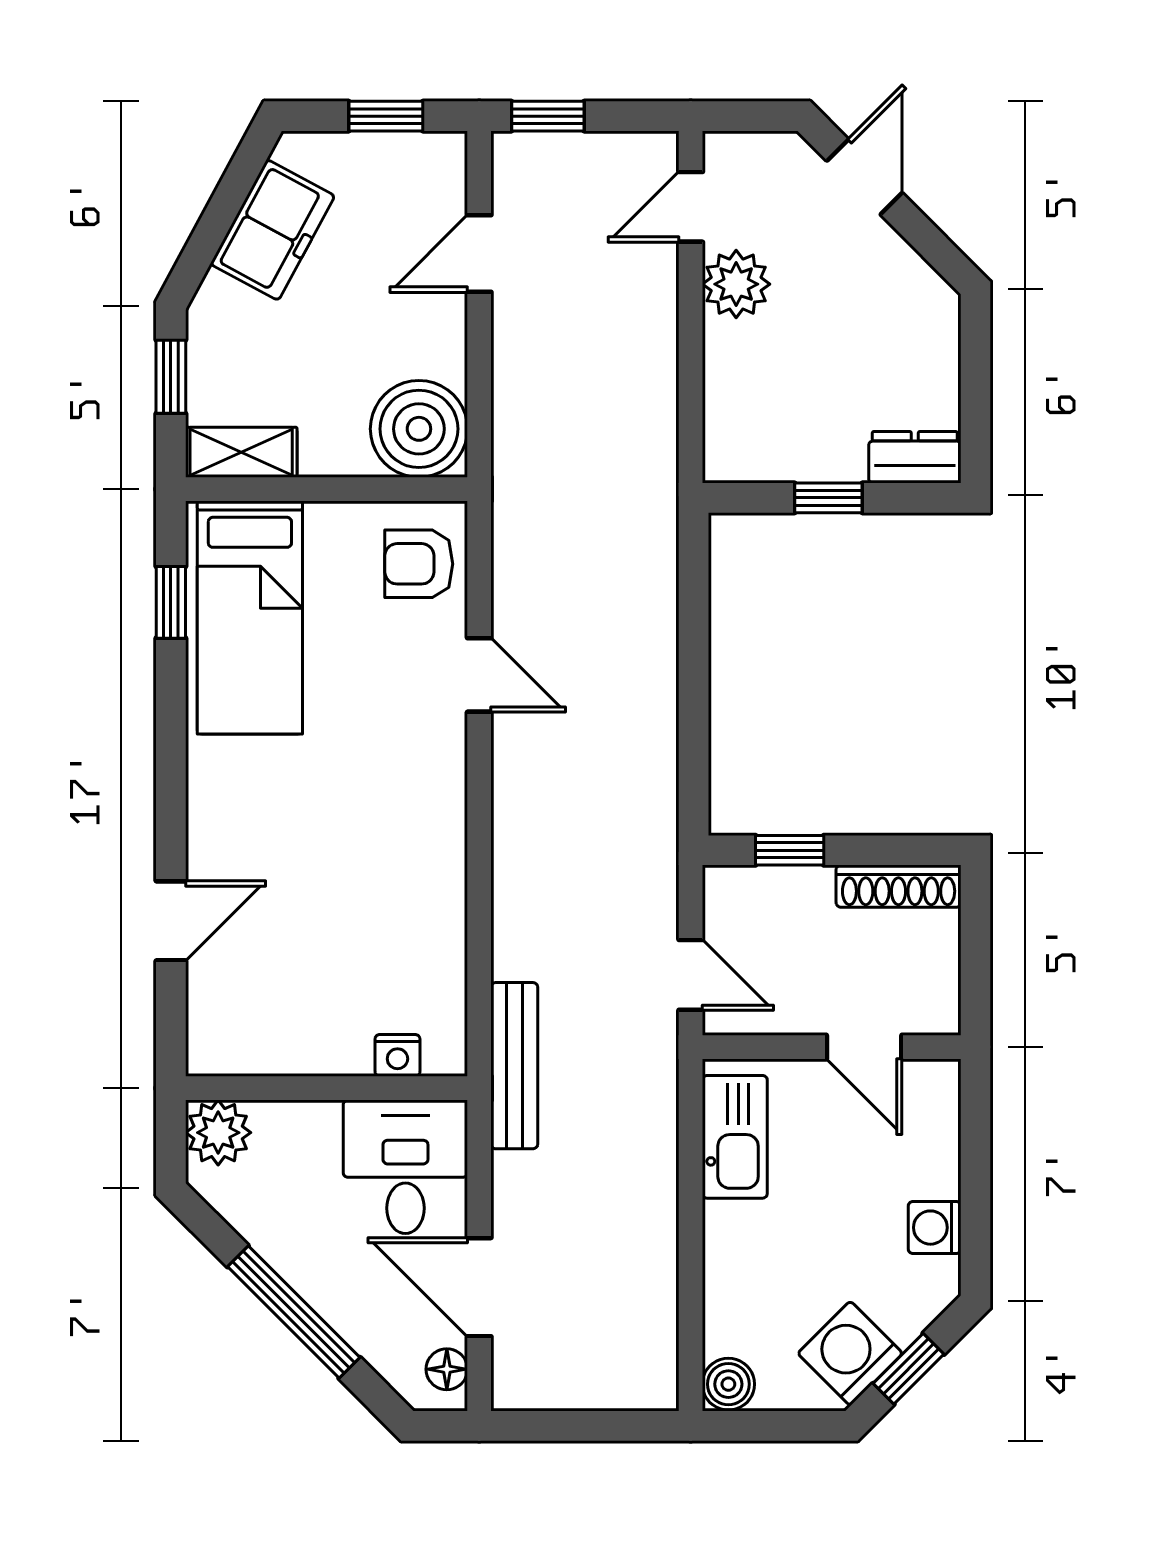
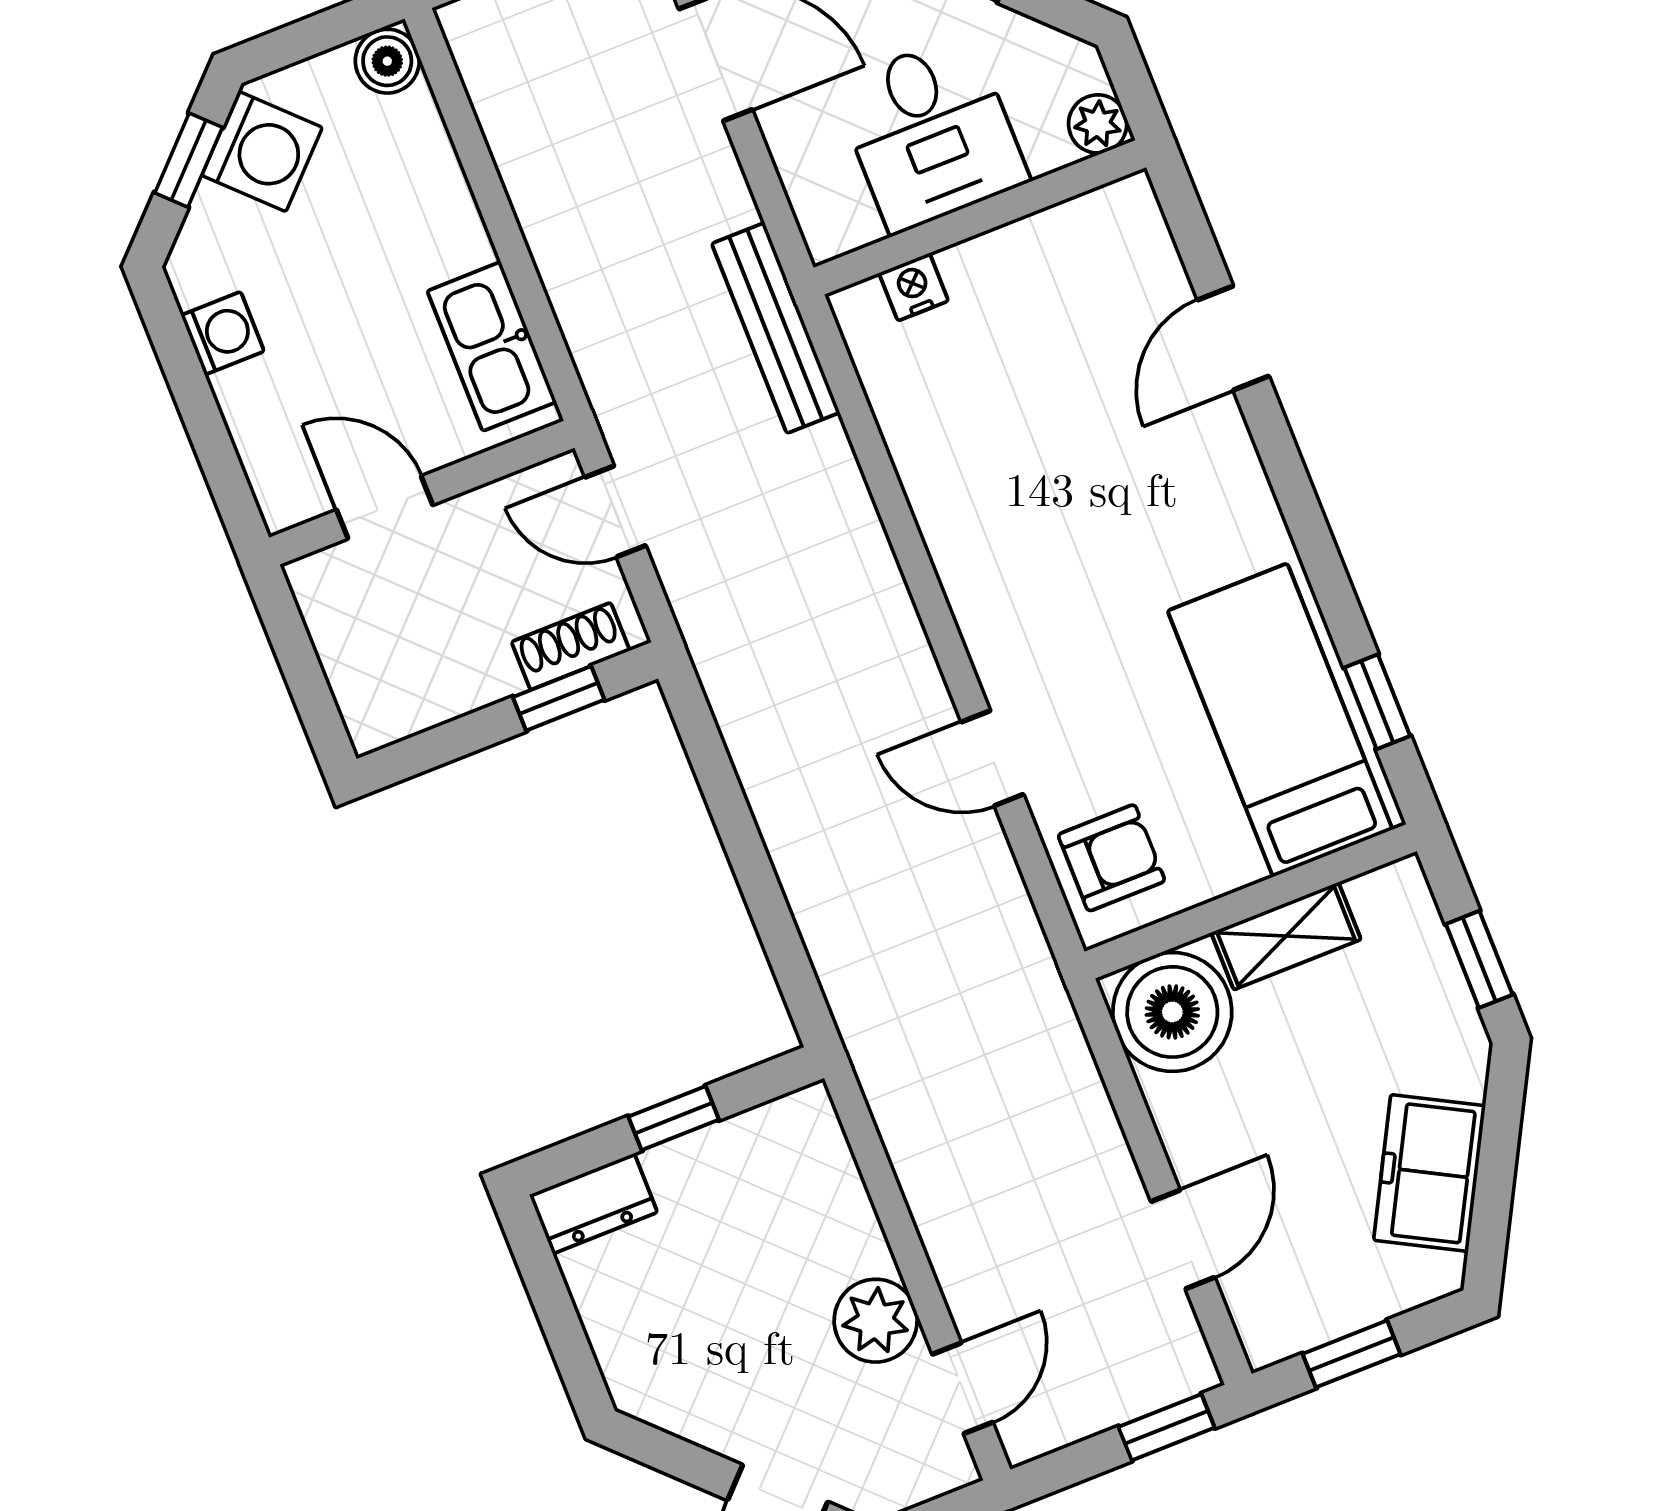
shelving: (241, 452) -> (1286, 936), moved
shoe rack: (899, 886) -> (571, 646), moved, width x0.70
plant: (218, 1133) -> (1098, 124), width x0.73, depth x0.73
desk: (405, 1167) -> (931, 133), moved

